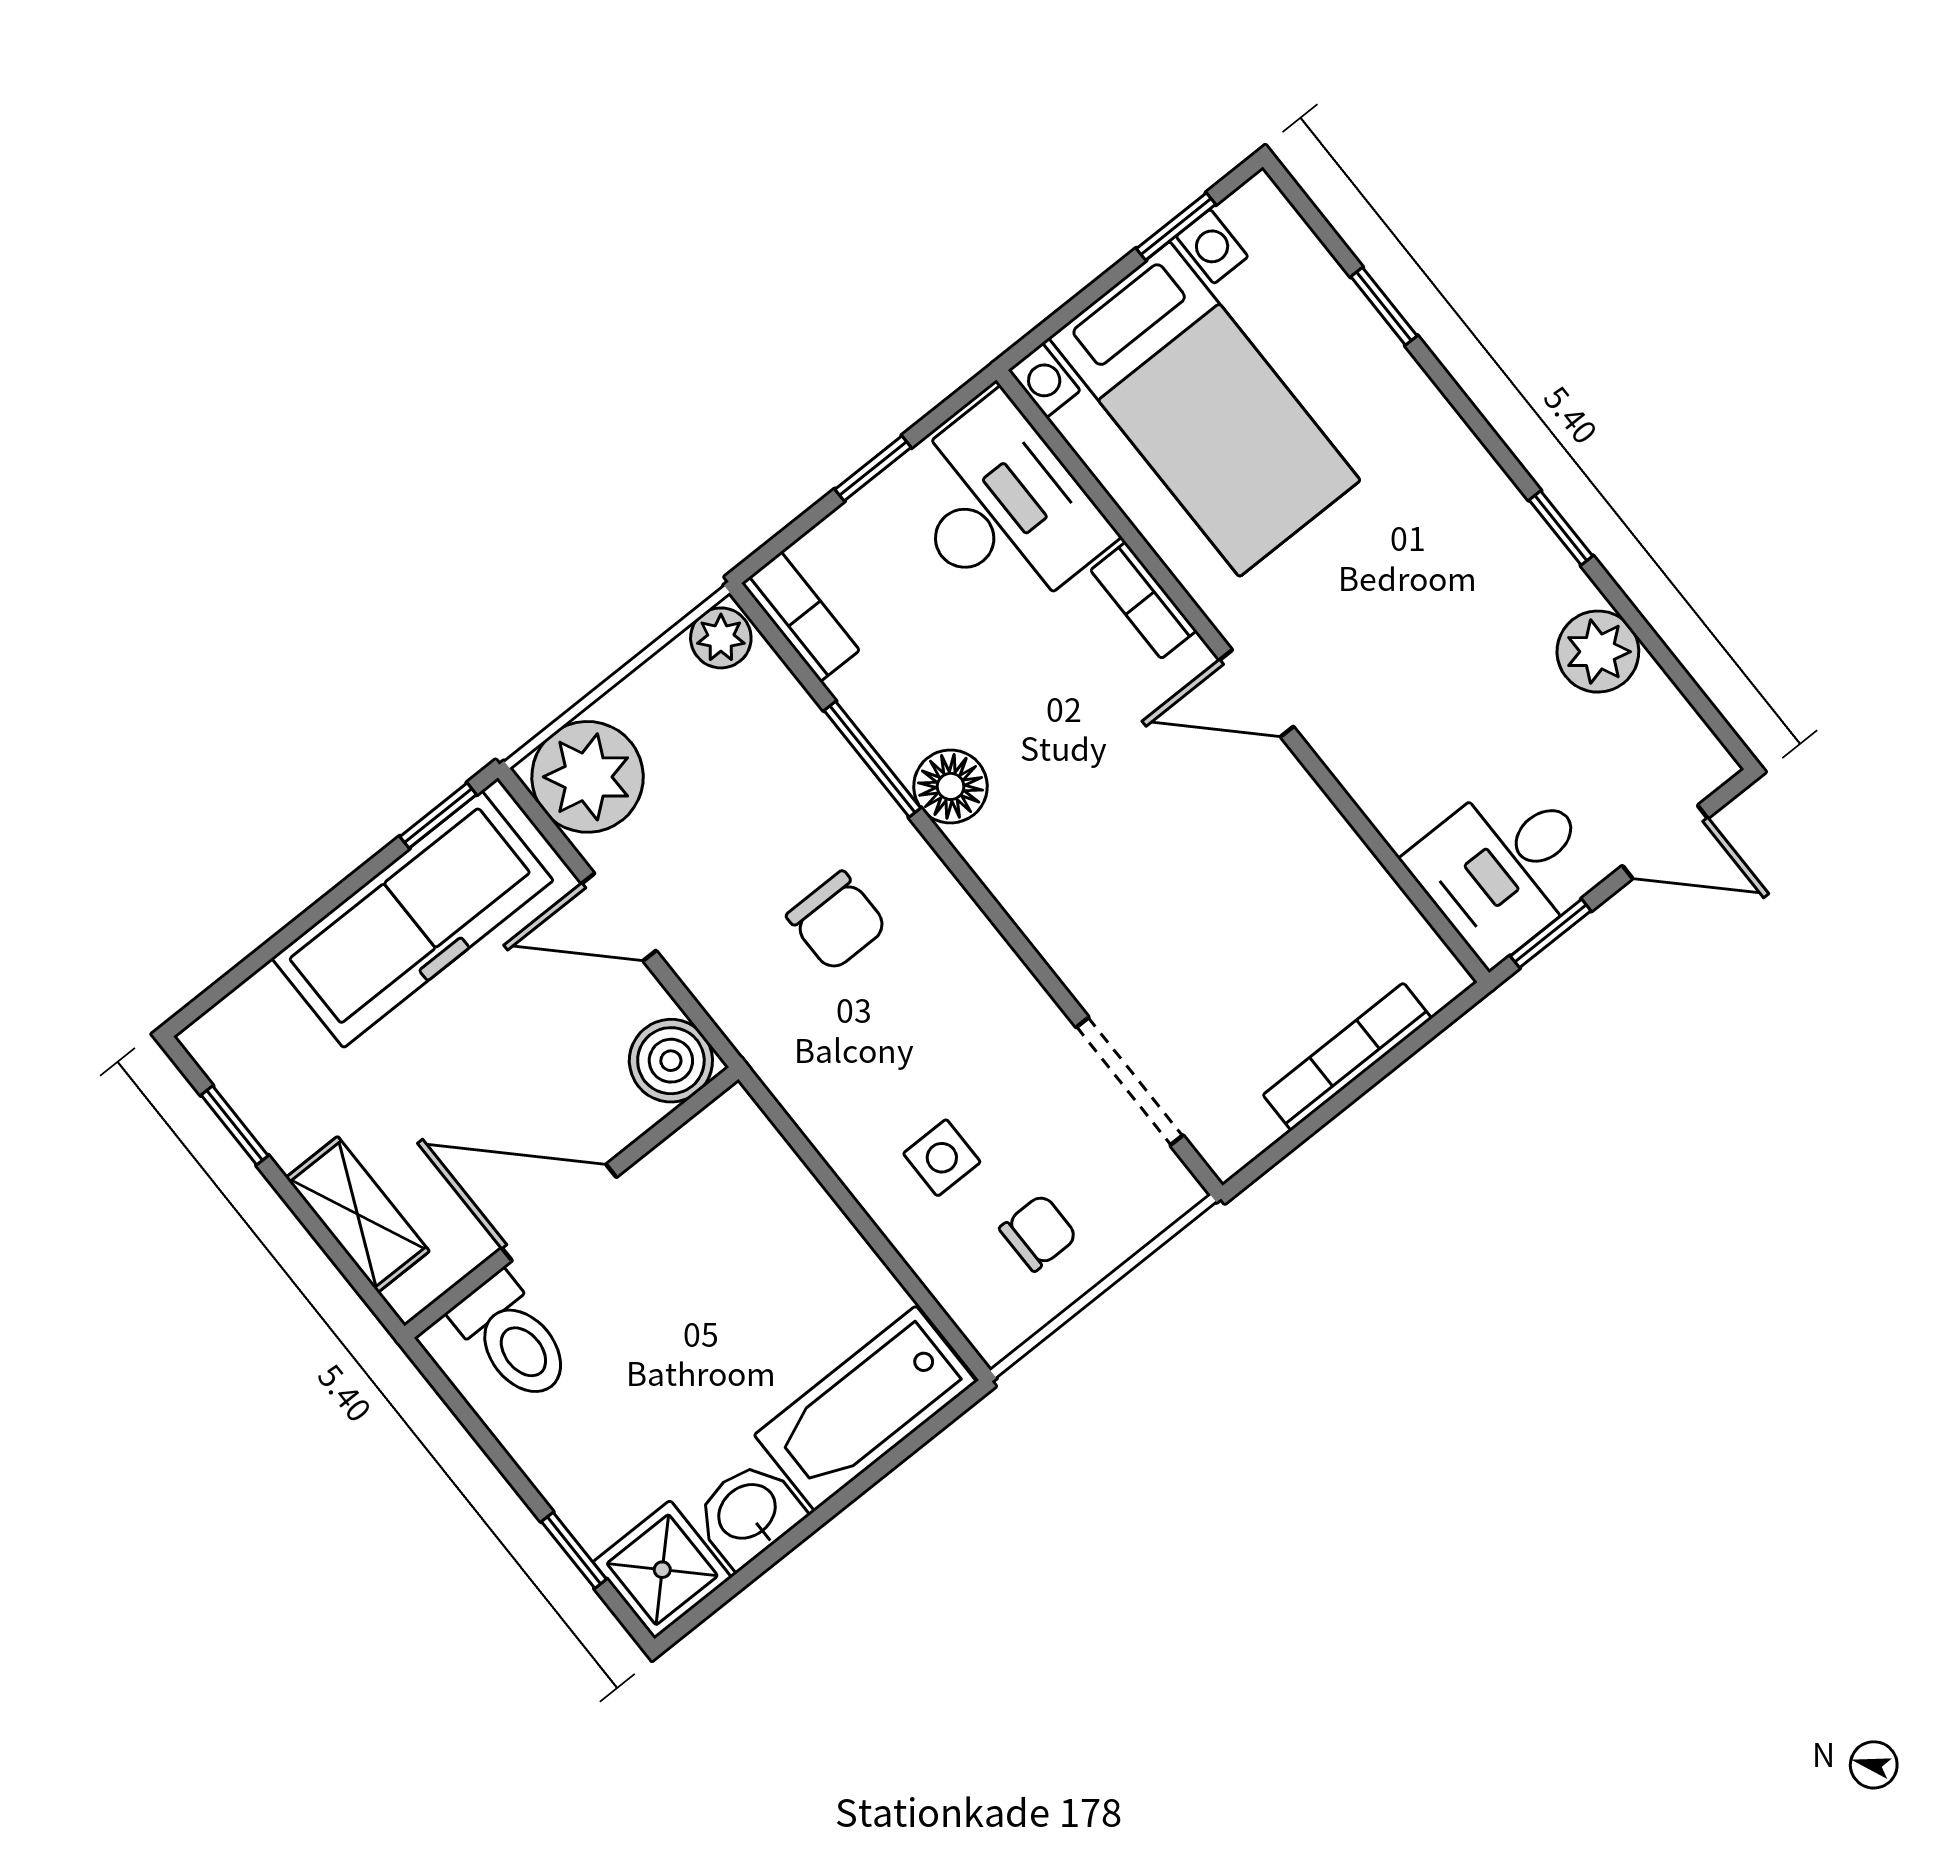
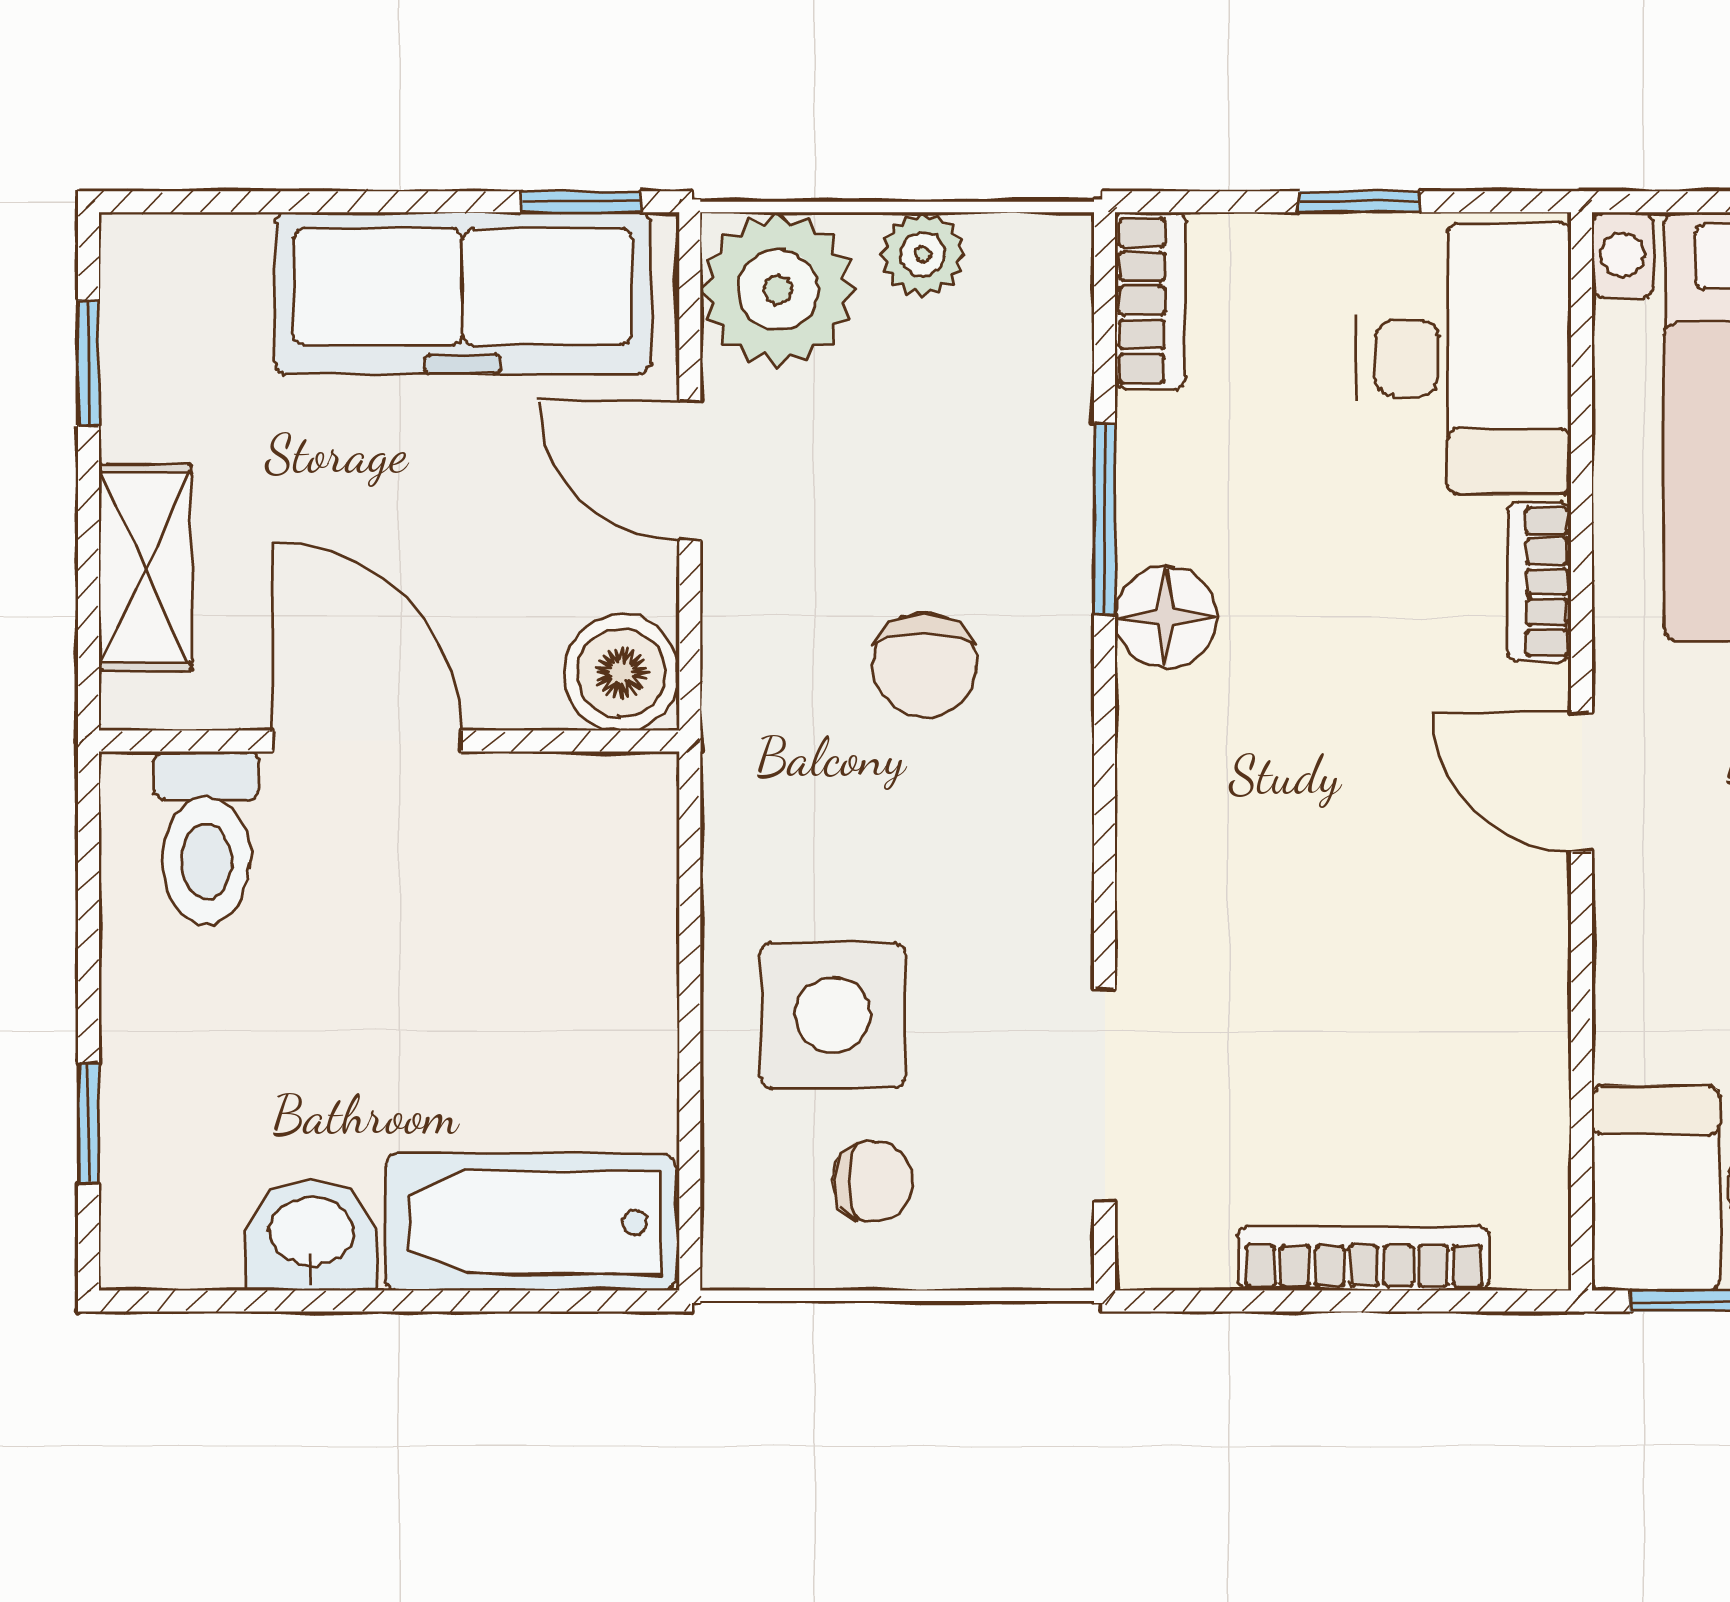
plant: (721, 638) -> (923, 254), moved
side table: (942, 1158) -> (833, 1015), width x1.87, depth x1.87
shower: (662, 1570) -> (168, 1221), removed

